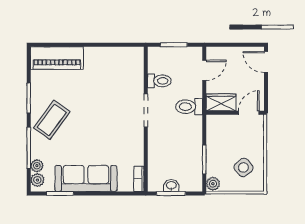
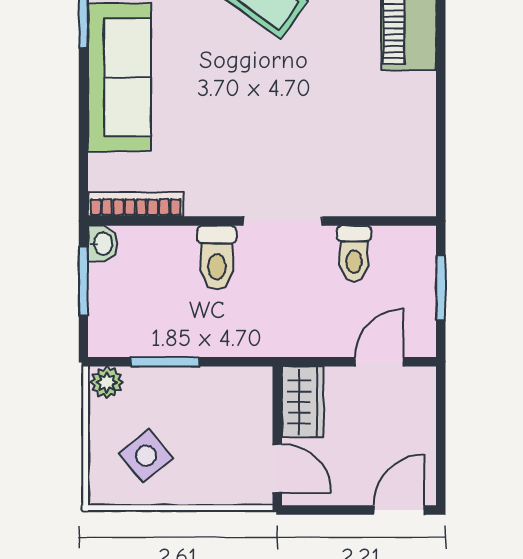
door: (204, 70) -> (379, 362), swing flipped
toilet: (189, 107) -> (217, 258), moved, turned 180
bookcase: (139, 179) -> (136, 204), width x1.56
washbasin: (171, 186) -> (102, 244), moved

